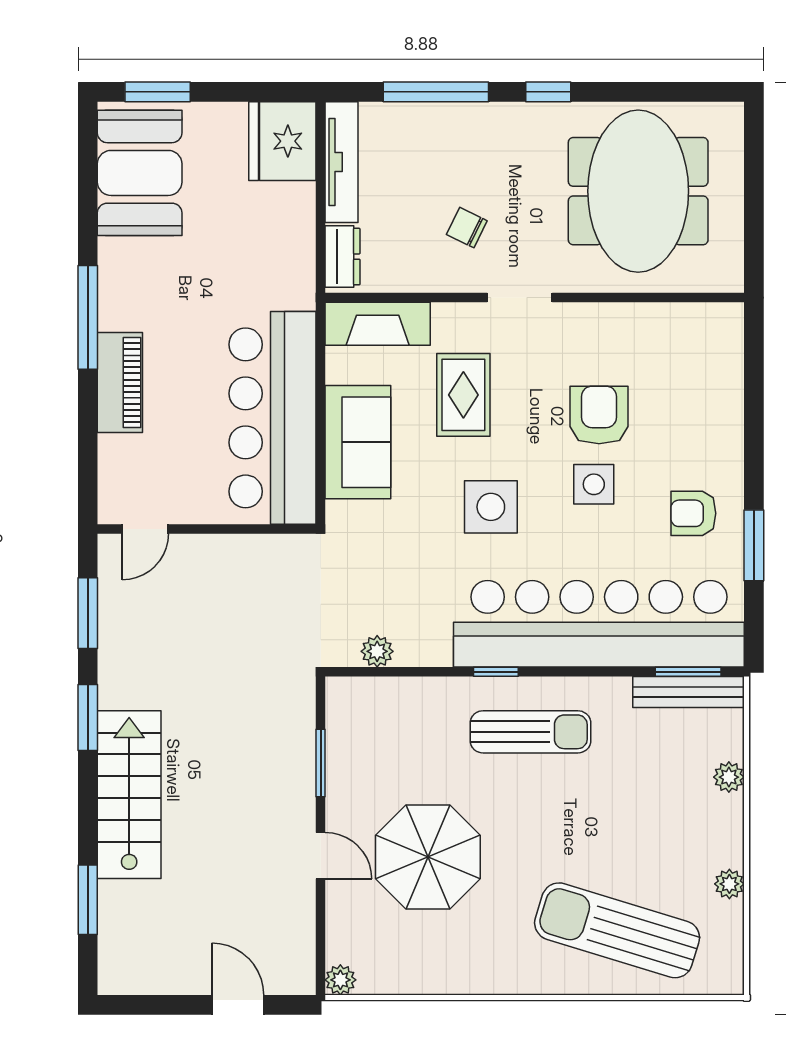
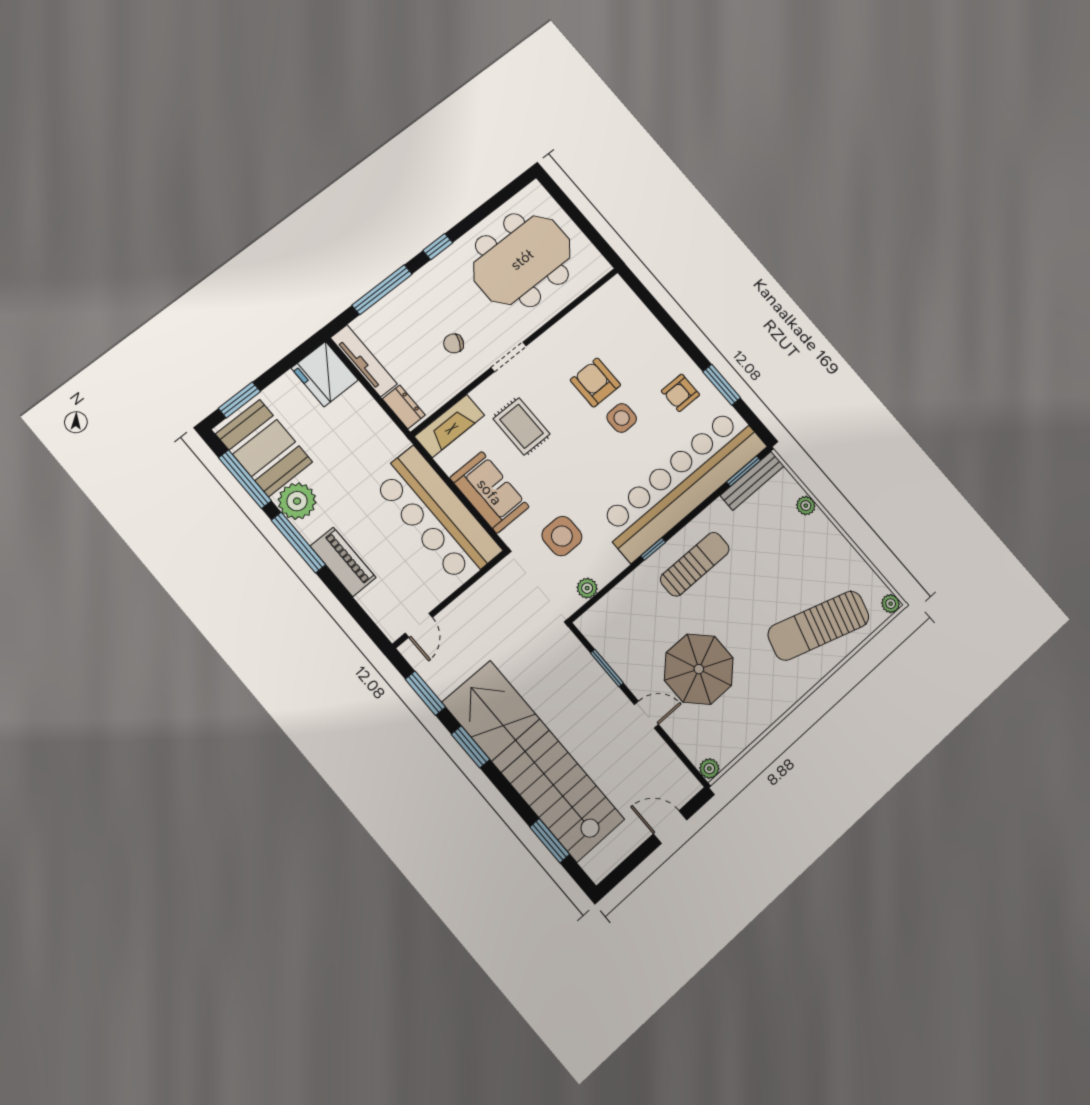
meeting table: (638, 191) -> (522, 260), turned 90
window: (88, 192) -> (245, 479), added
plant: (126, 267) -> (297, 501), added
side table: (491, 507) -> (562, 536), moved
stairs: (129, 795) -> (533, 761), width x1.86, depth x1.51
plant: (729, 884) -> (891, 604), moved

